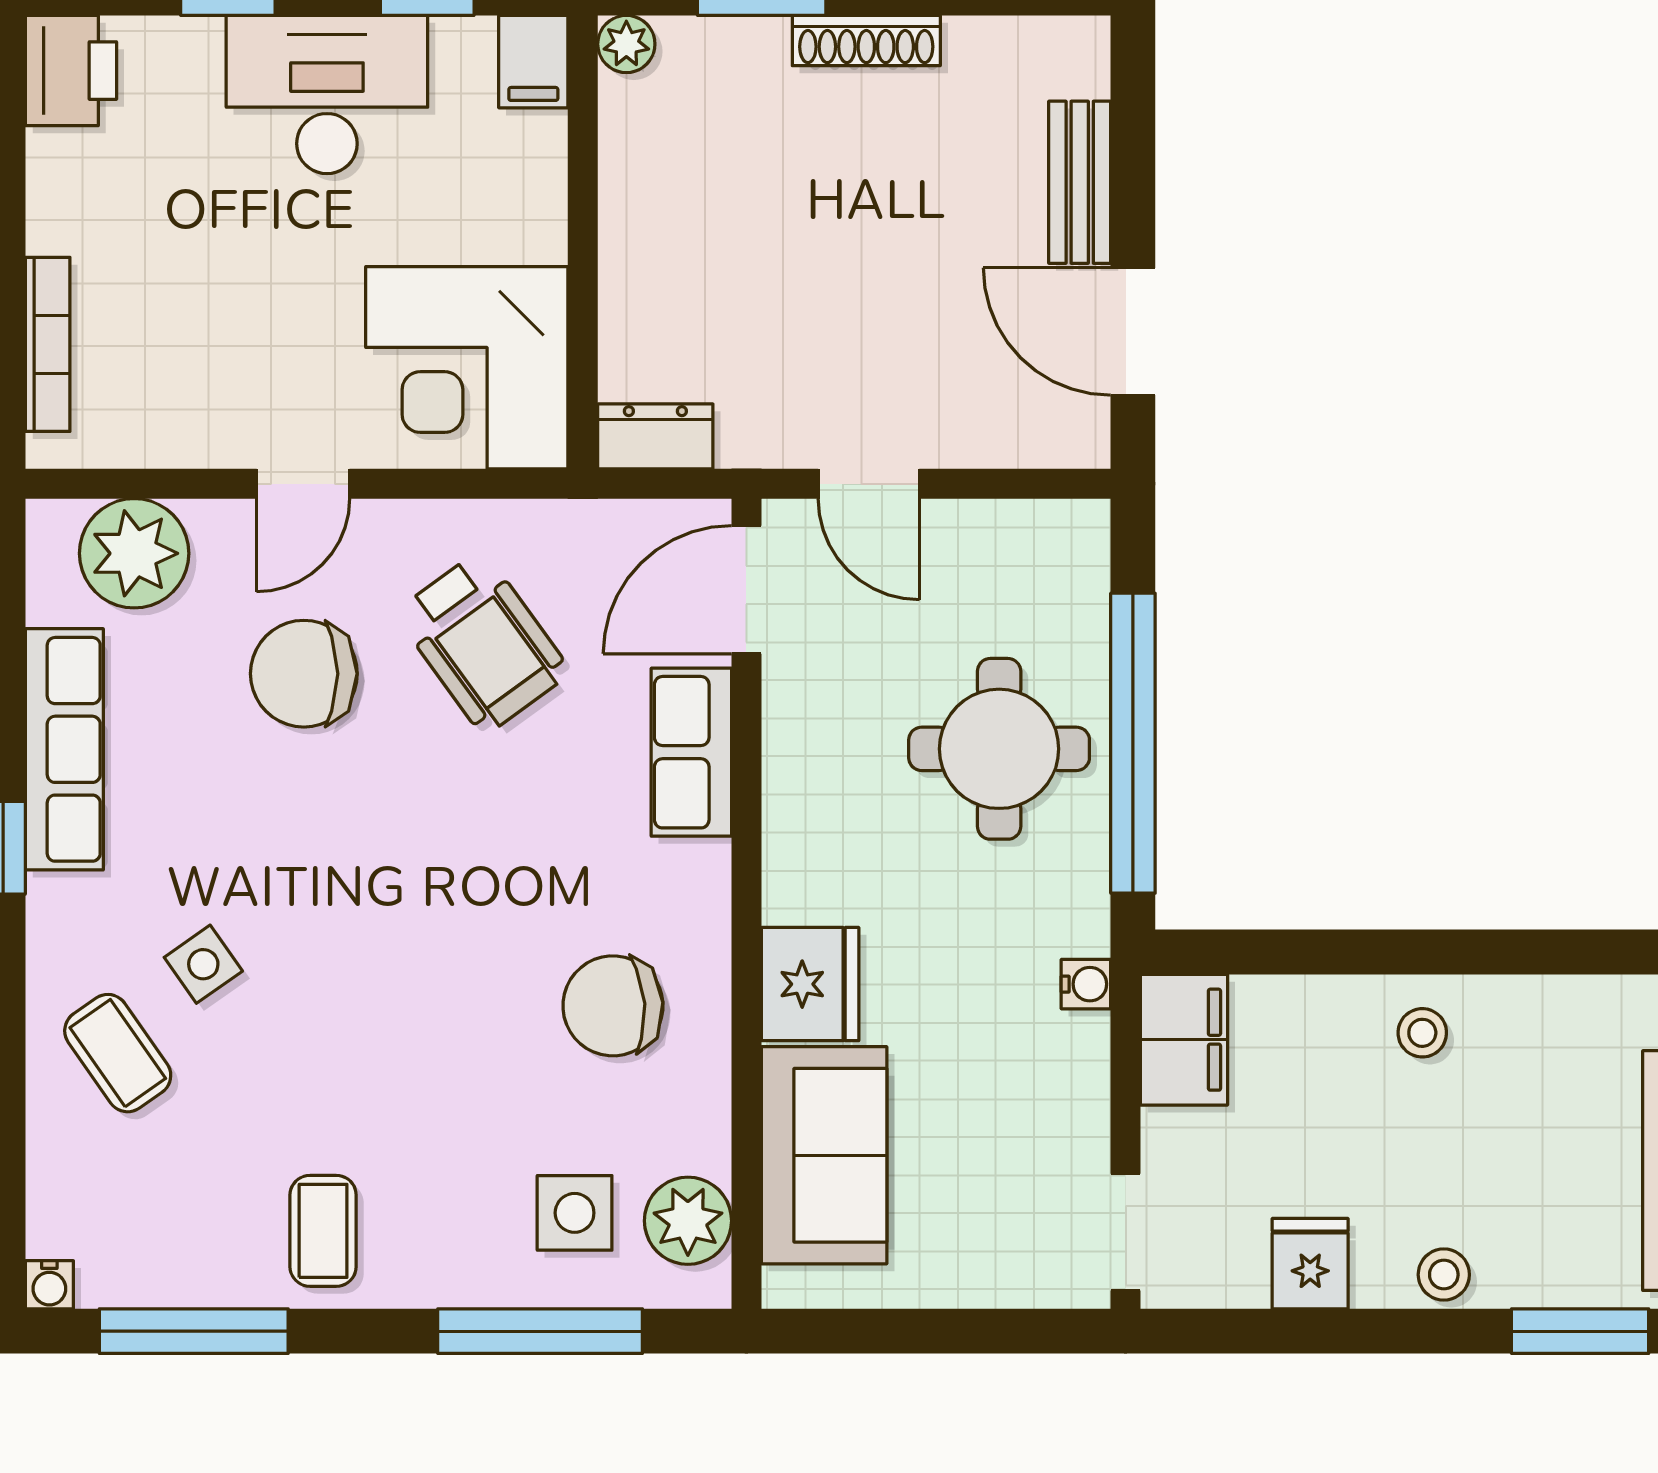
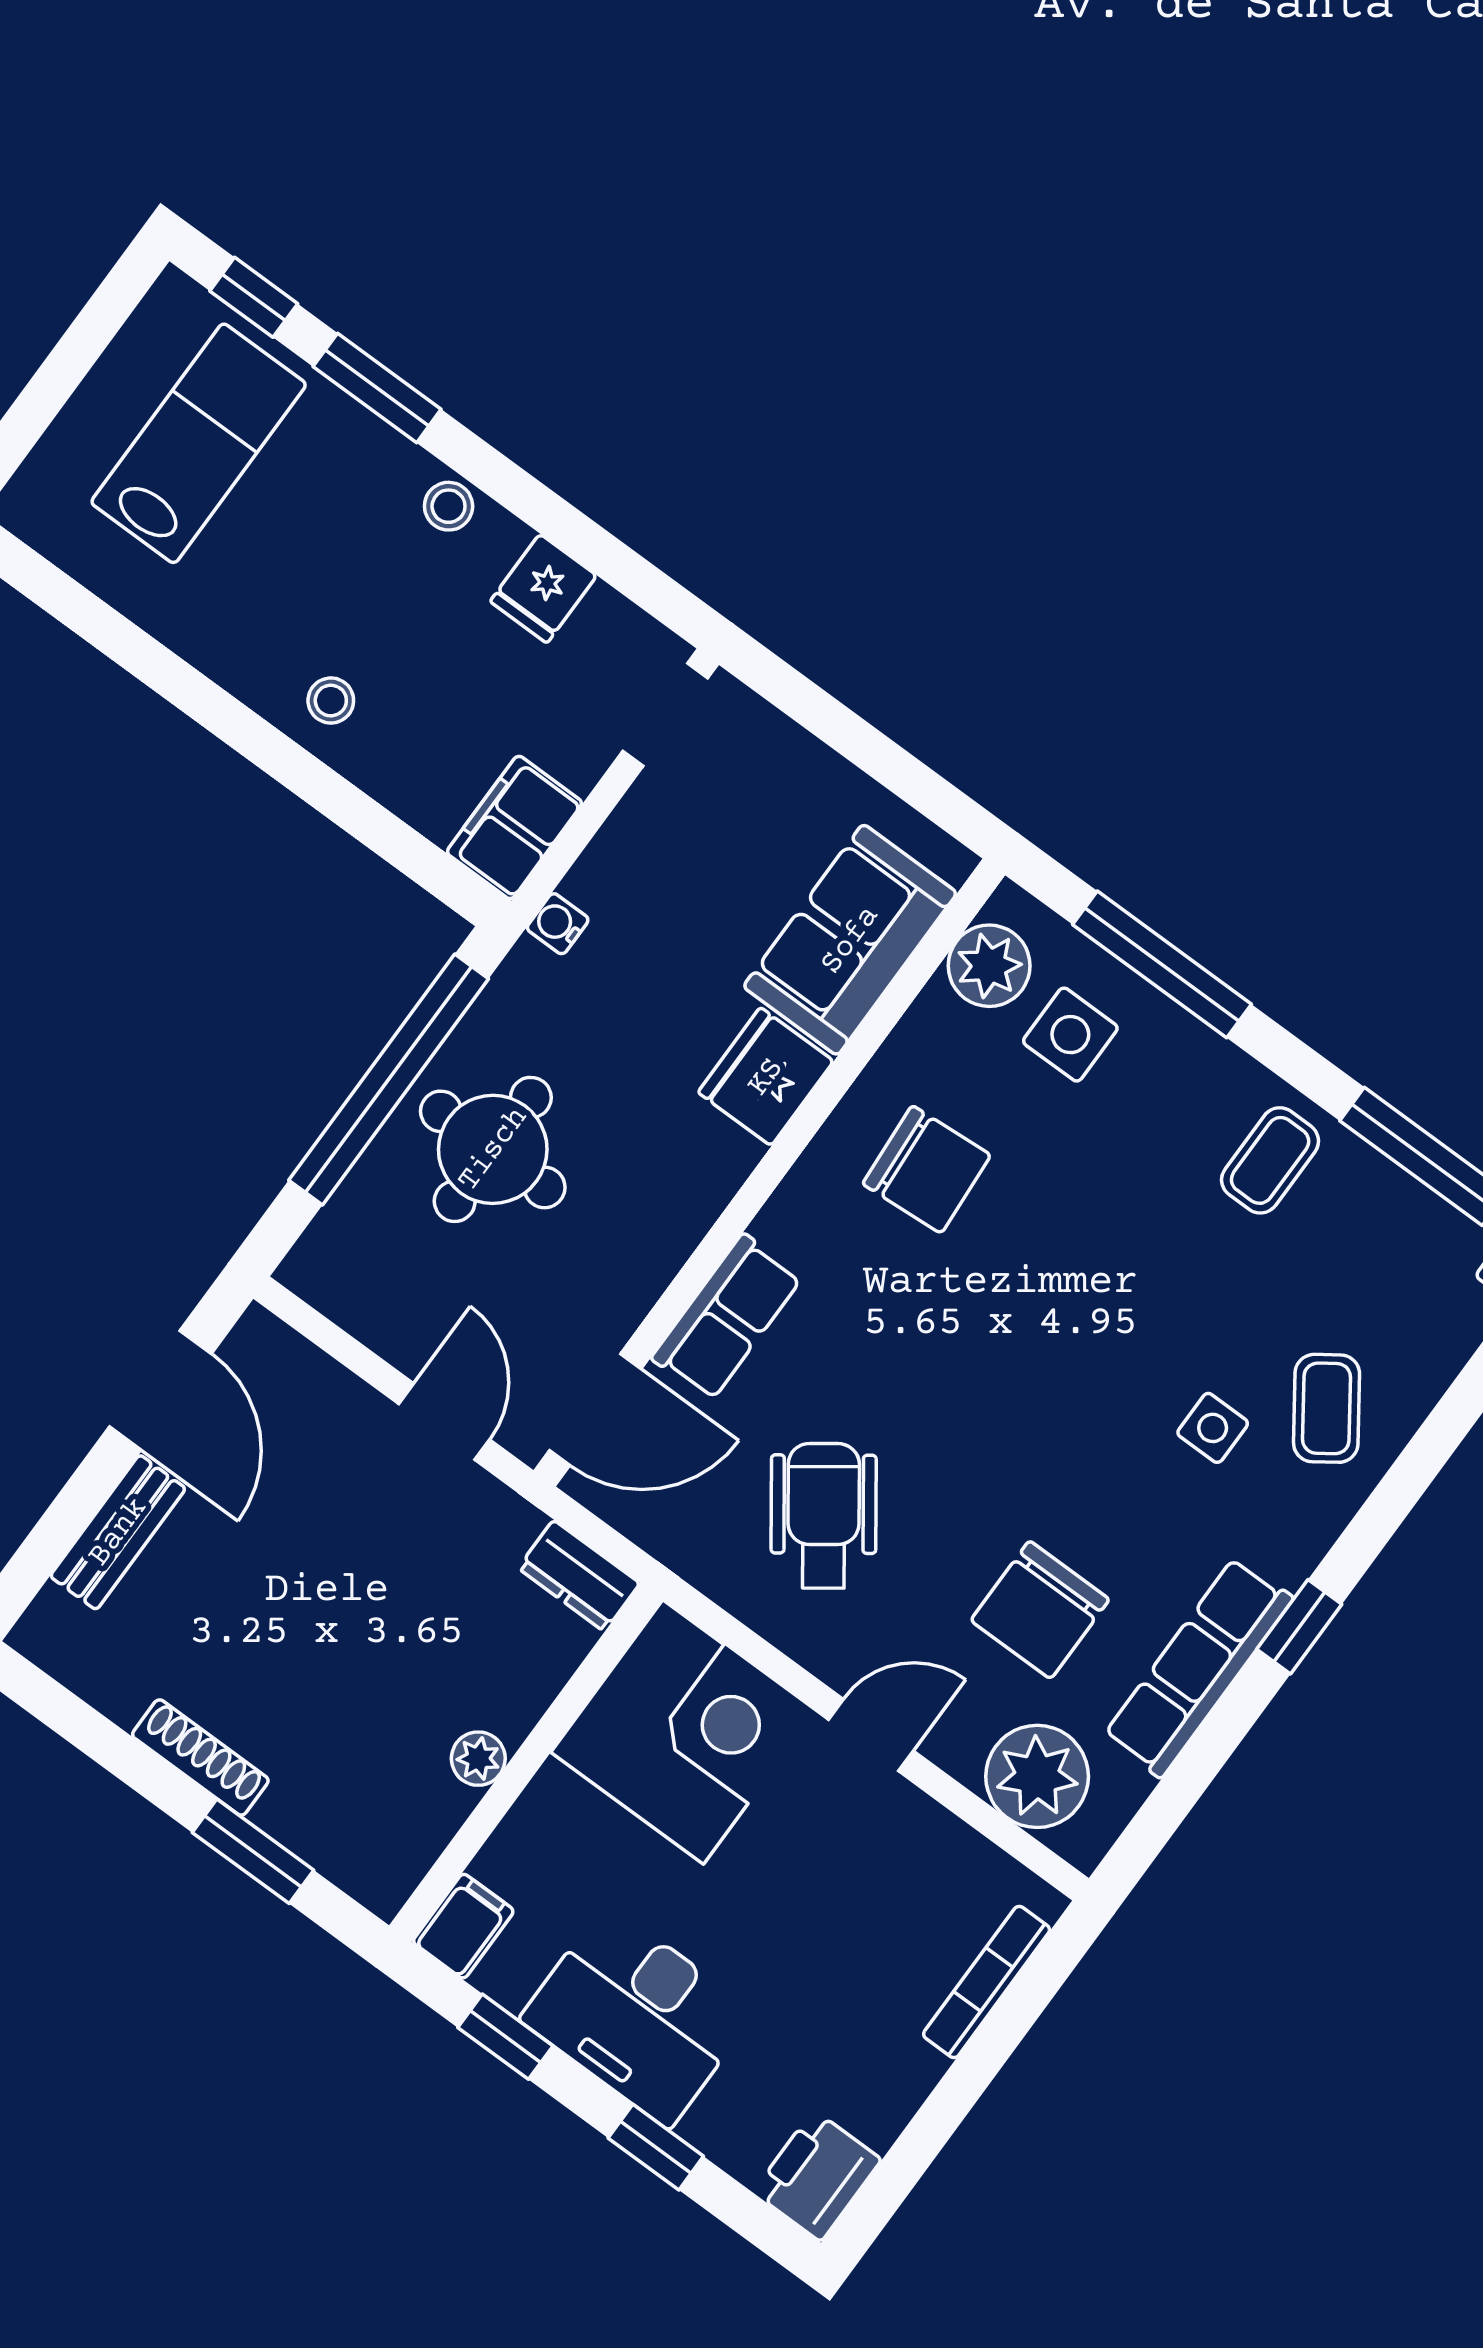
plant: (626, 44) -> (478, 1759), moved
chair: (304, 674) -> (1040, 1610), moved, turned 90
side table: (203, 964) -> (1213, 1428), turned 35

